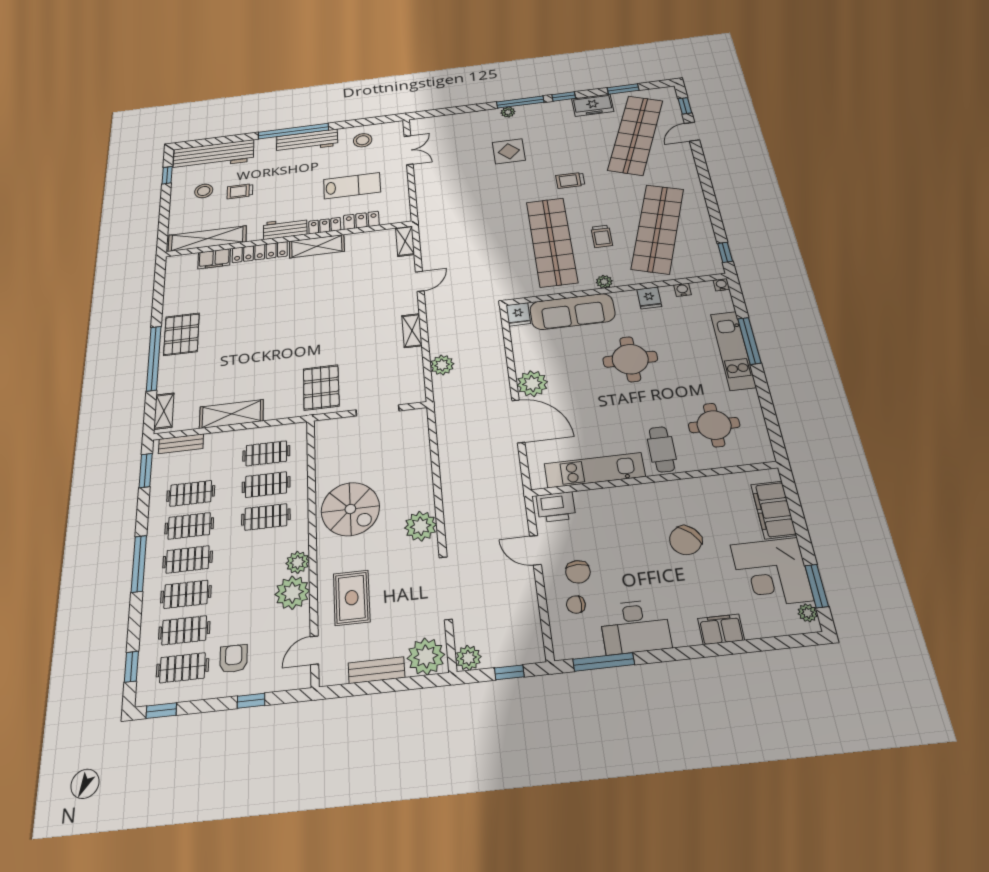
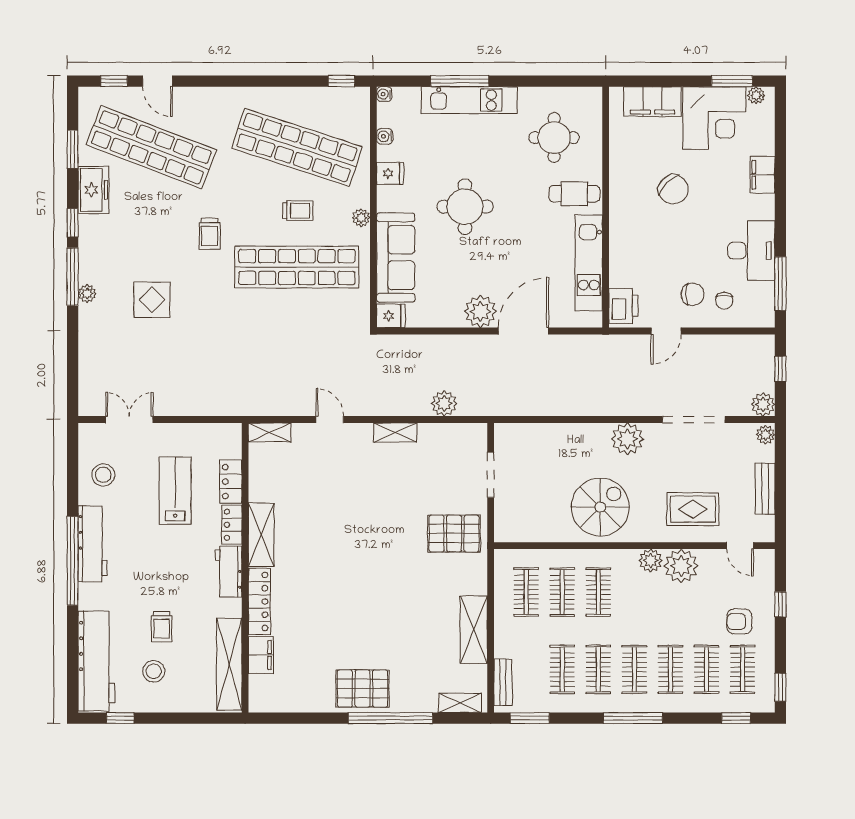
plant: (426, 656) -> (766, 435), width x0.53, depth x0.53

